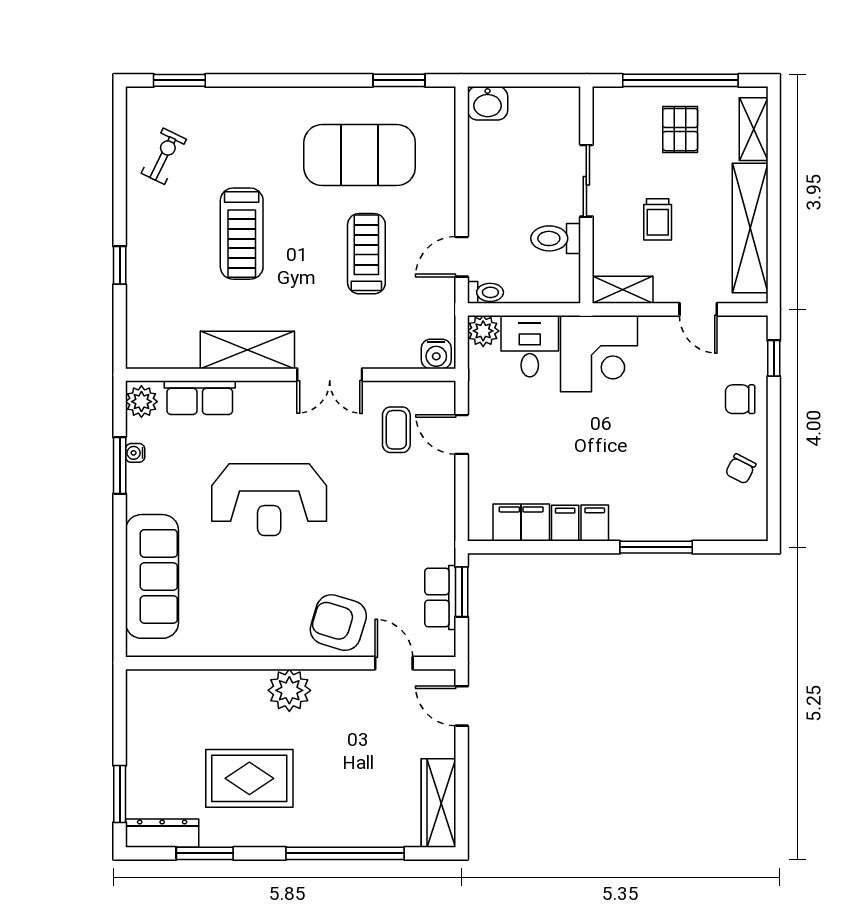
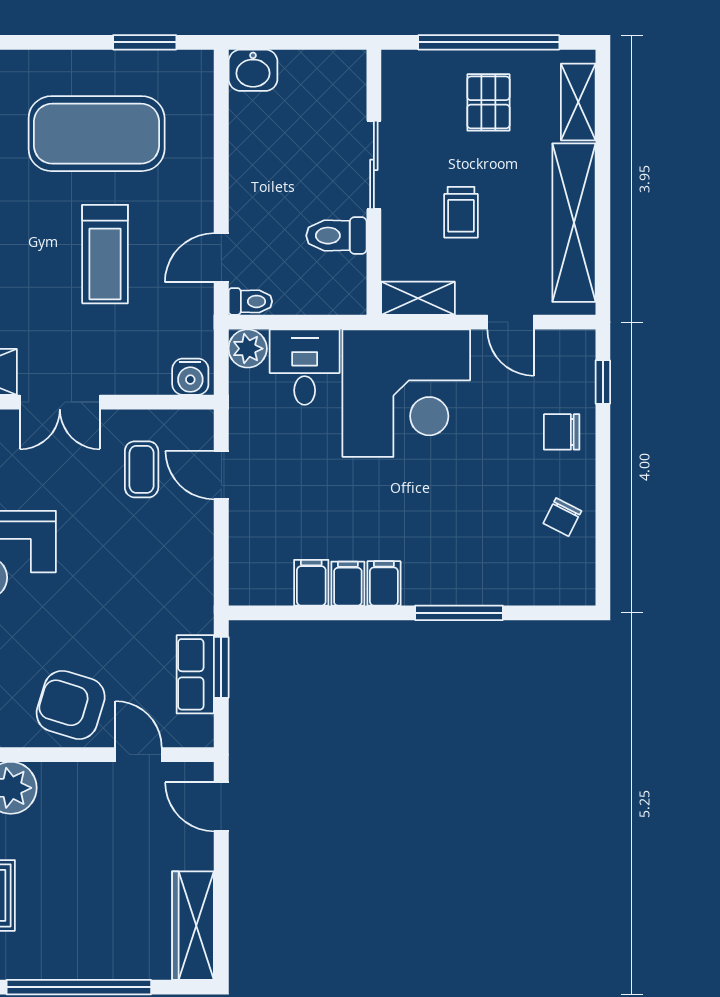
treadmill: (366, 254) -> (105, 254), turned 180
corner desk: (599, 354) -> (406, 393), width x1.36, depth x1.36
filing cabinet: (521, 522) -> (311, 583), width x0.50

